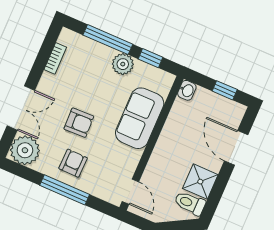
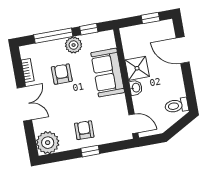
washbasin: (187, 90) -> (136, 88), moved
double door: (21, 108) -> (24, 104), moved
armchair: (79, 123) -> (62, 74), moved, turned -88
shower: (200, 182) -> (137, 68), moved
window: (65, 190) -> (90, 151), width x0.46

